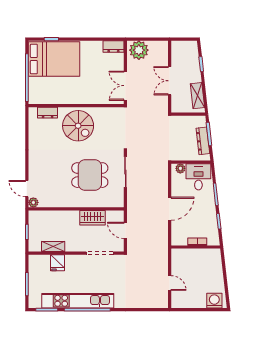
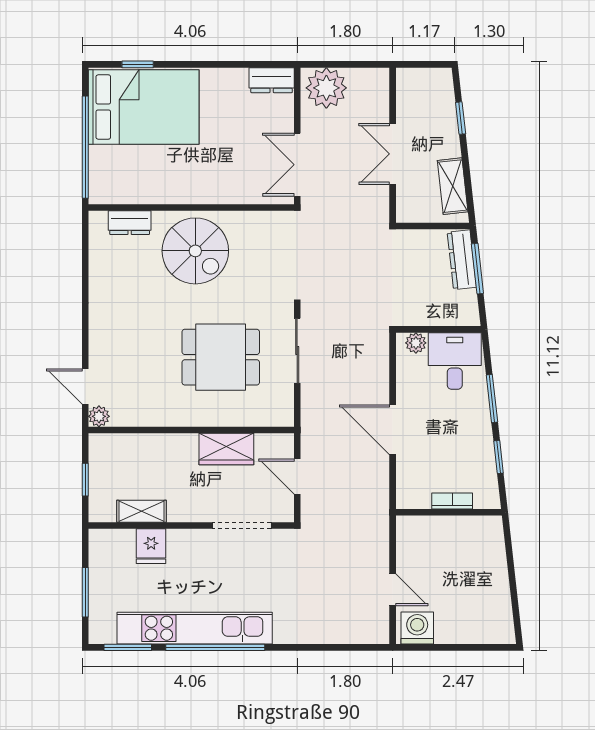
dresser: (203, 141) -> (462, 260), moved
door: (170, 209) -> (393, 430), swing flipped
washing machine: (214, 301) -> (417, 628), moved

